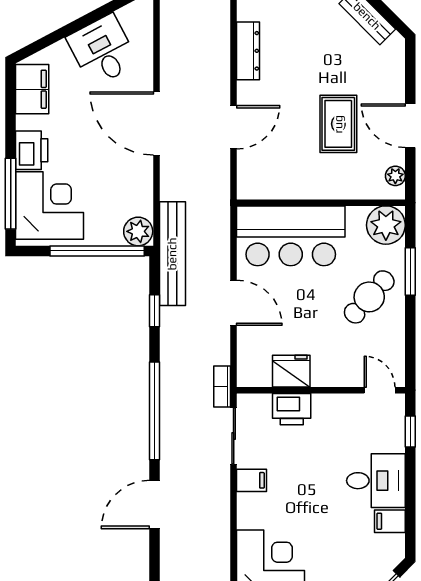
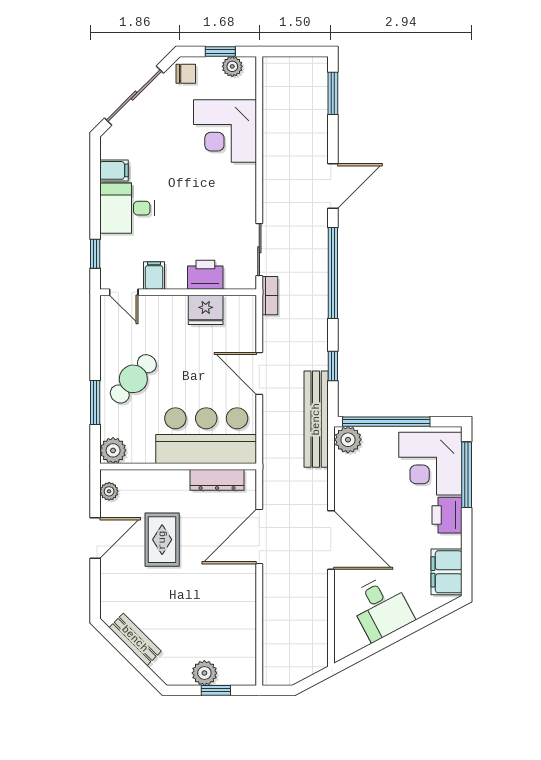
dresser: (248, 51) -> (217, 480), moved, turned -90
door: (410, 126) -> (95, 538), hinge flipped
door: (234, 127) -> (259, 537), width x1.36
plant: (386, 225) -> (113, 450), width x0.73, depth x0.73
filing cabinet: (252, 480) -> (154, 275), moved, turned 90

